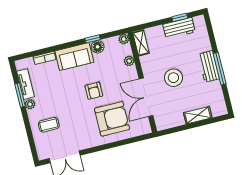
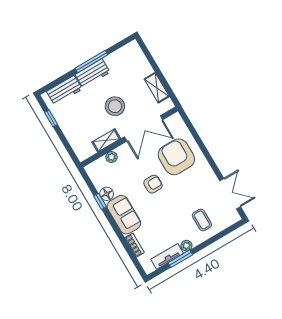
workbench: (179, 28) -> (64, 90), moved, turned 90
plant: (124, 39) -> (91, 169), removed
shelving: (141, 43) -> (106, 140), moved
shelving: (198, 115) -> (157, 88), moved

